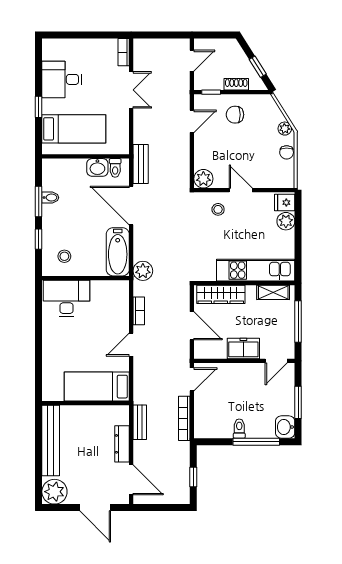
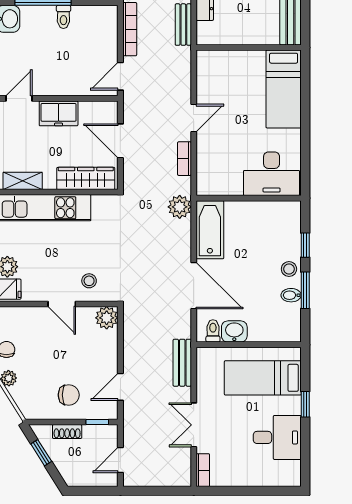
bench: (141, 164) -> (182, 363), moved
stool: (64, 256) -> (289, 269), moved
bed: (97, 387) -> (284, 89), moved, turned 90

